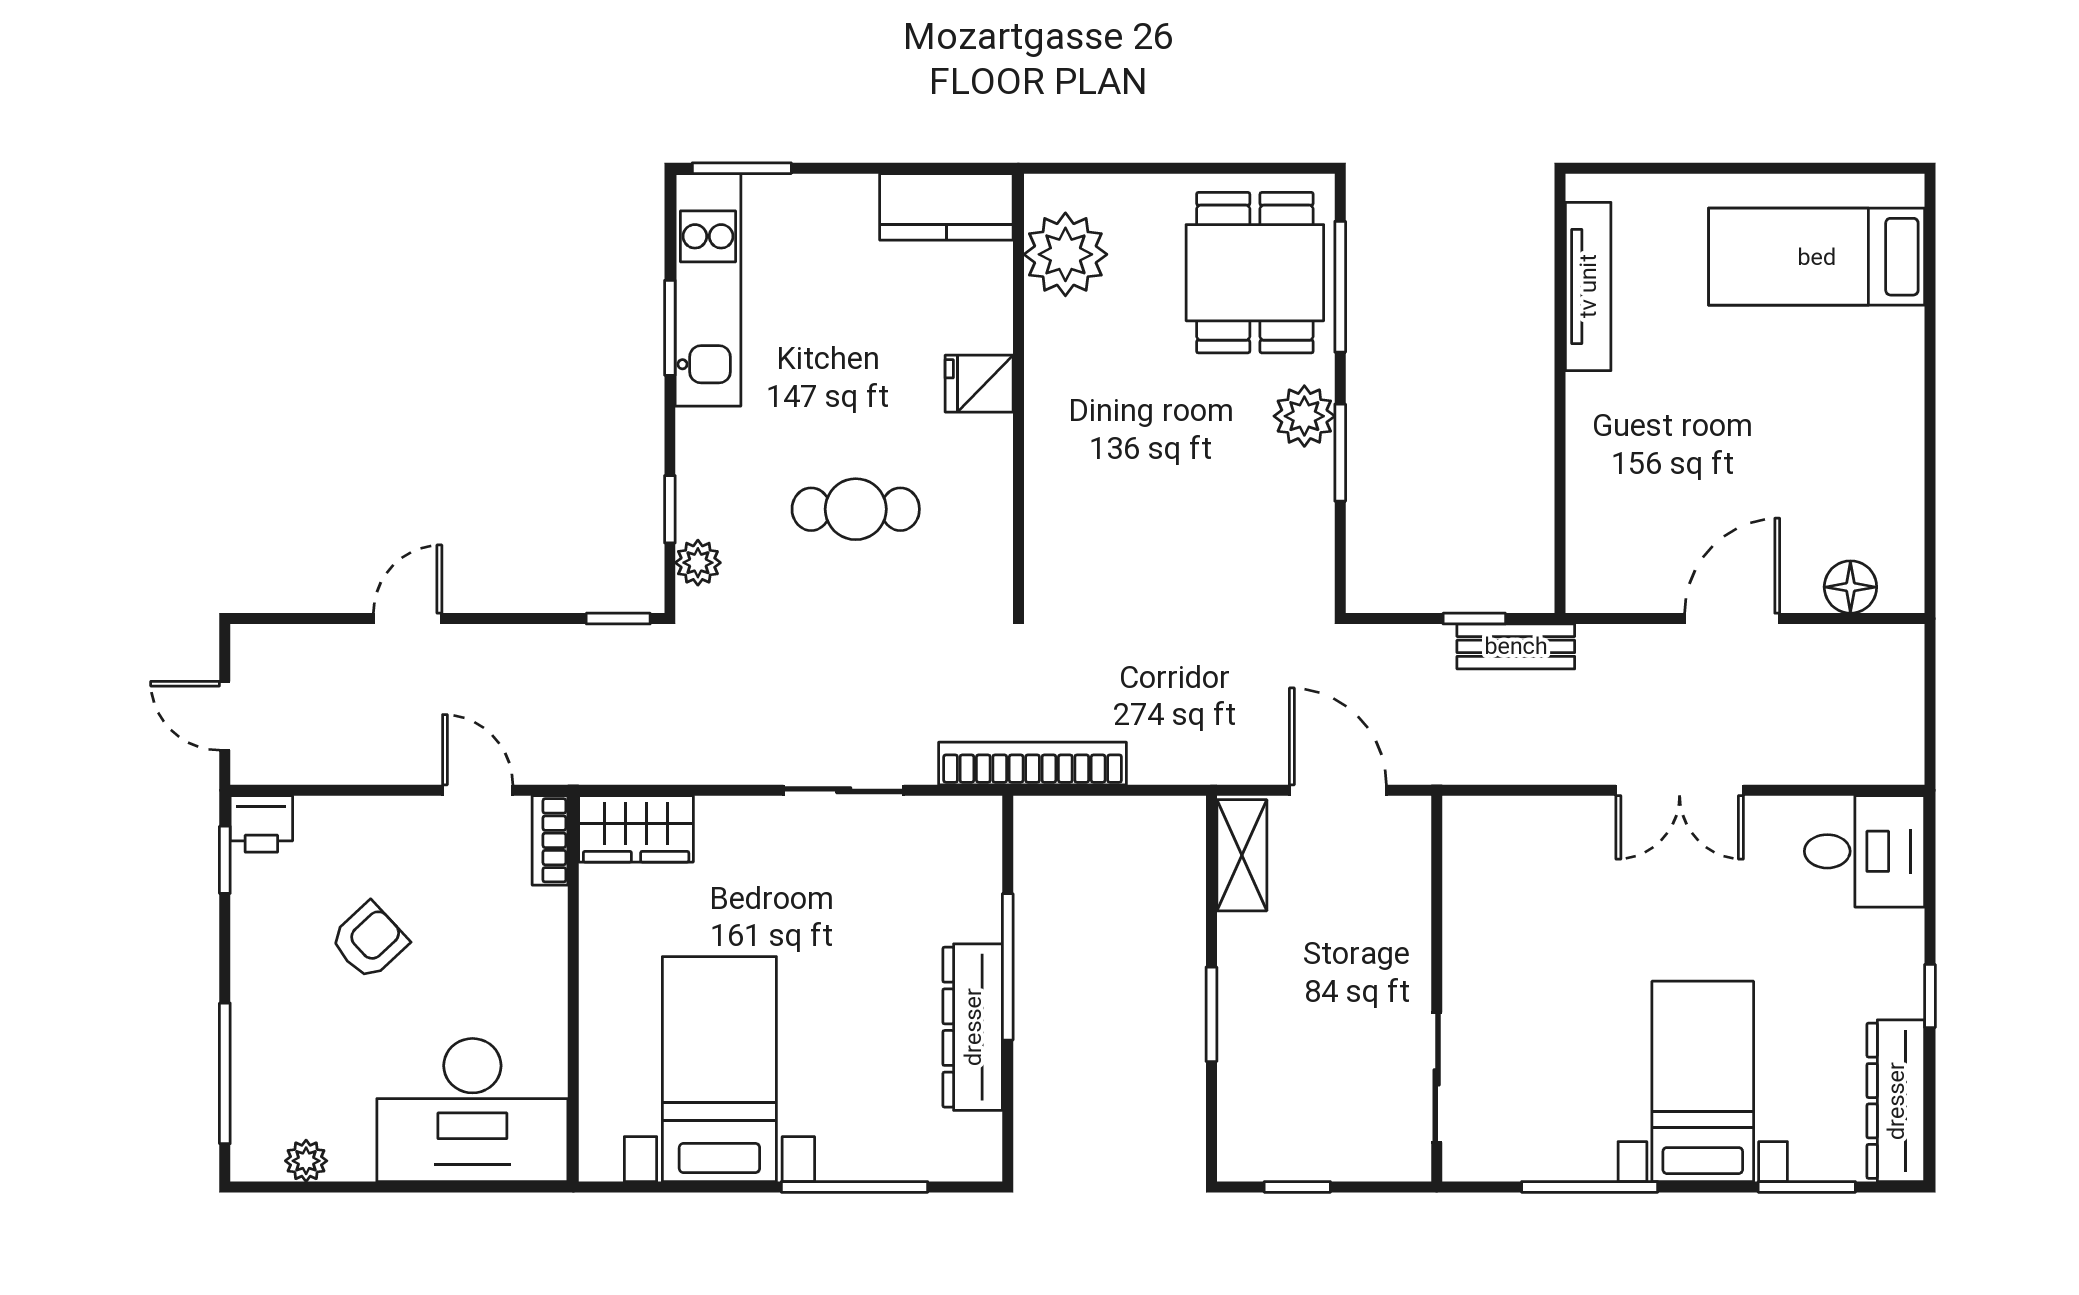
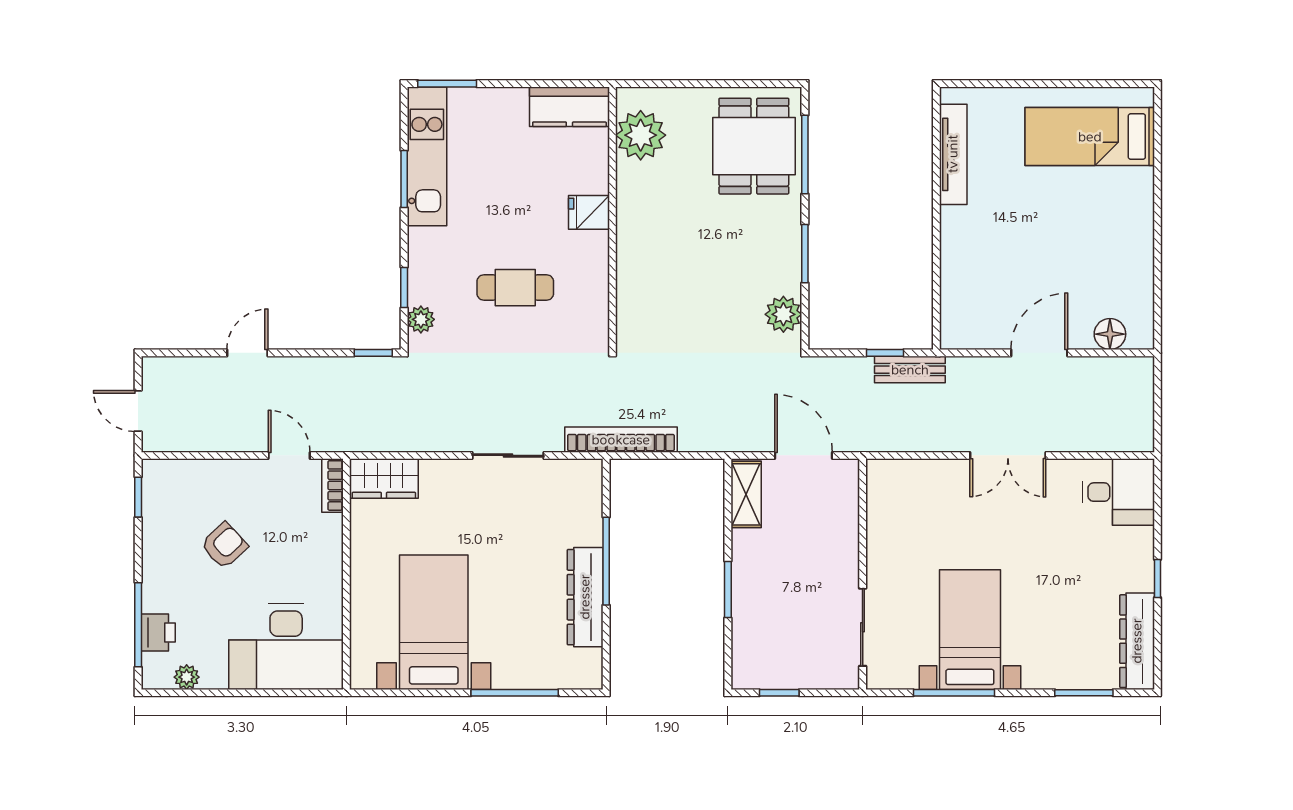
plant: (1304, 416) -> (783, 314), moved
printer: (261, 824) -> (158, 632), moved, turned -90
bed with nightstands: (1703, 1081) -> (970, 630), moved

